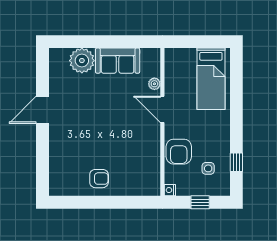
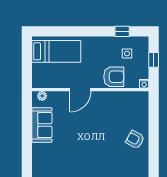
plant: (82, 61) -> (42, 153), removed
plant: (154, 84) -> (42, 96), moved
armchair: (99, 179) -> (135, 140), turned -61

